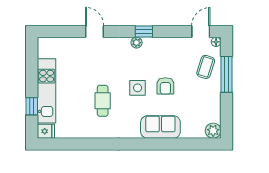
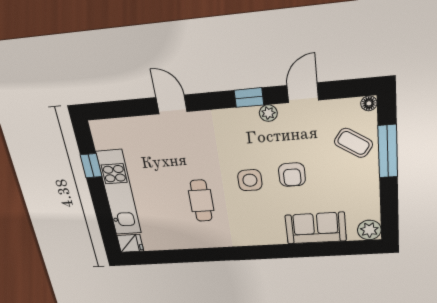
door: (201, 31) -> (303, 93), moved
plant: (137, 43) -> (268, 113), moved
coffee table: (206, 67) -> (353, 143), turned -74
window: (32, 106) -> (91, 166), moved
sofa: (160, 127) -> (316, 228), moved

